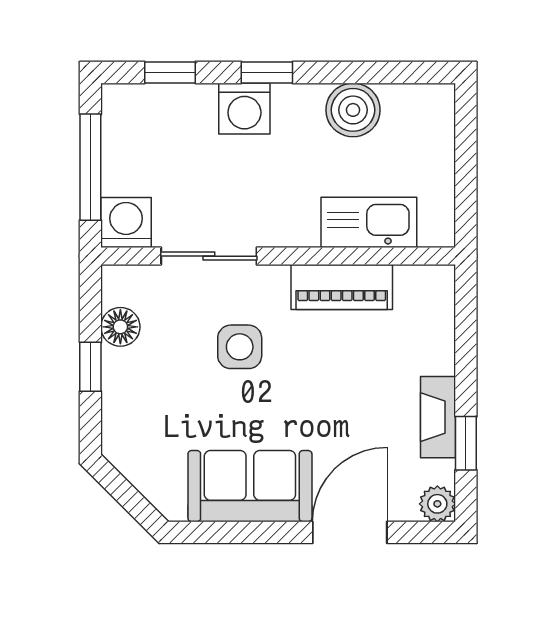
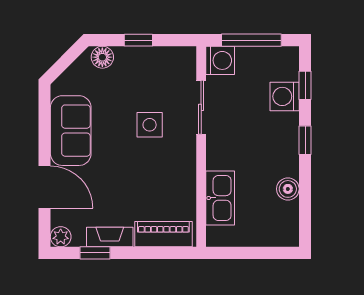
washing machine: (244, 109) -> (285, 96), moved
boiler: (353, 110) -> (288, 189), width x0.73, depth x0.73
piano: (342, 287) -> (163, 234), moved, turned 90
floor lamp: (120, 327) -> (102, 57), moved

